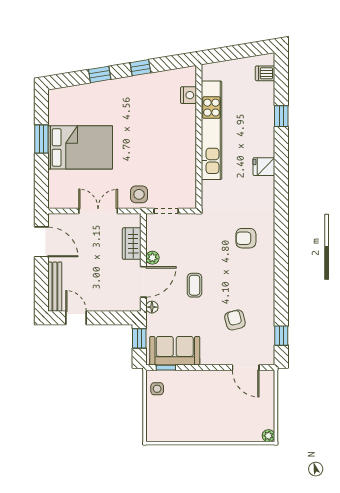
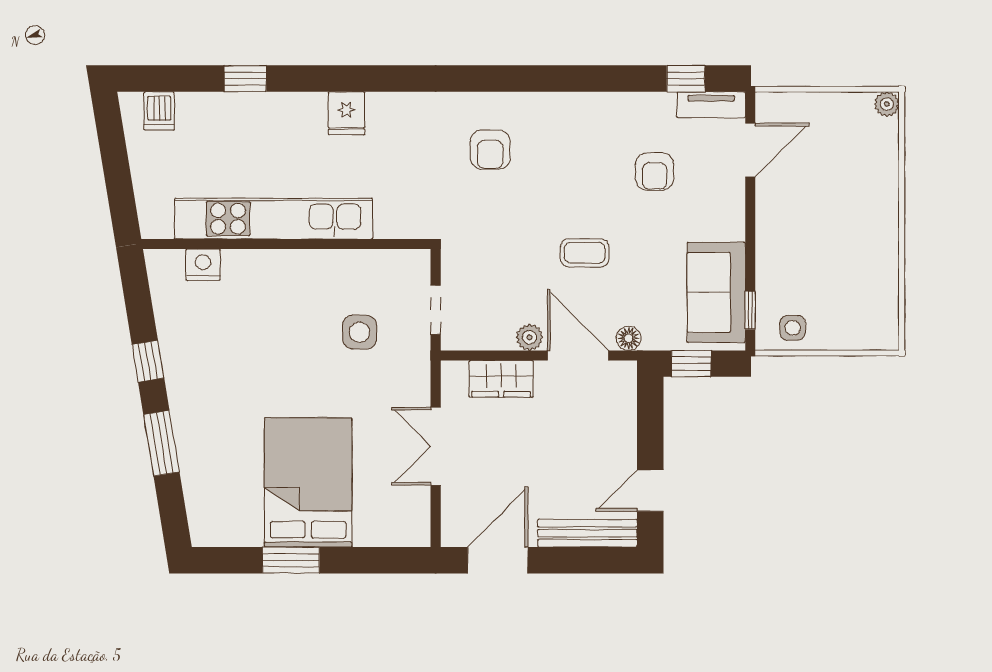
window: (100, 74) -> (161, 443), width x1.50
side table: (139, 194) -> (360, 332), moved
armchair: (235, 320) -> (655, 171), turned -76
tv unit: (268, 348) -> (711, 105), added

